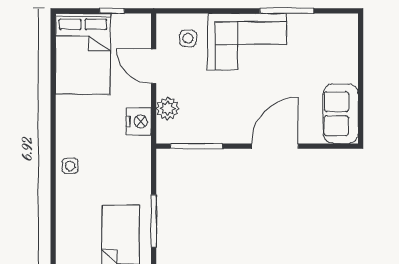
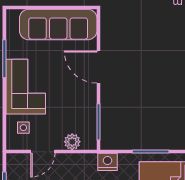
sofa: (341, 114) -> (58, 25), width x1.85, depth x1.27
nightstand: (139, 121) -> (107, 162), moved

